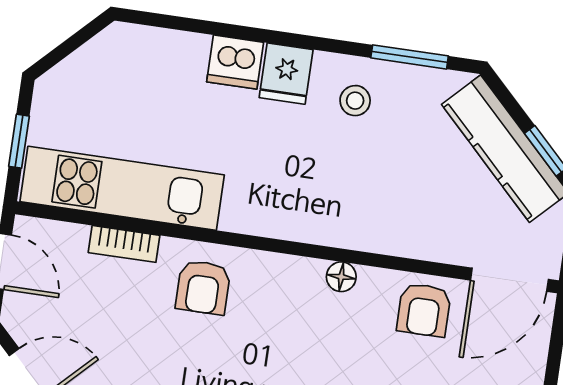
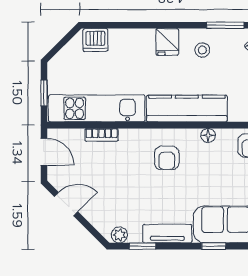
dishwasher: (235, 62) -> (95, 40), moved
kitchen counter: (306, 215) -> (187, 108), added
armchair: (203, 287) -> (167, 158), moved

